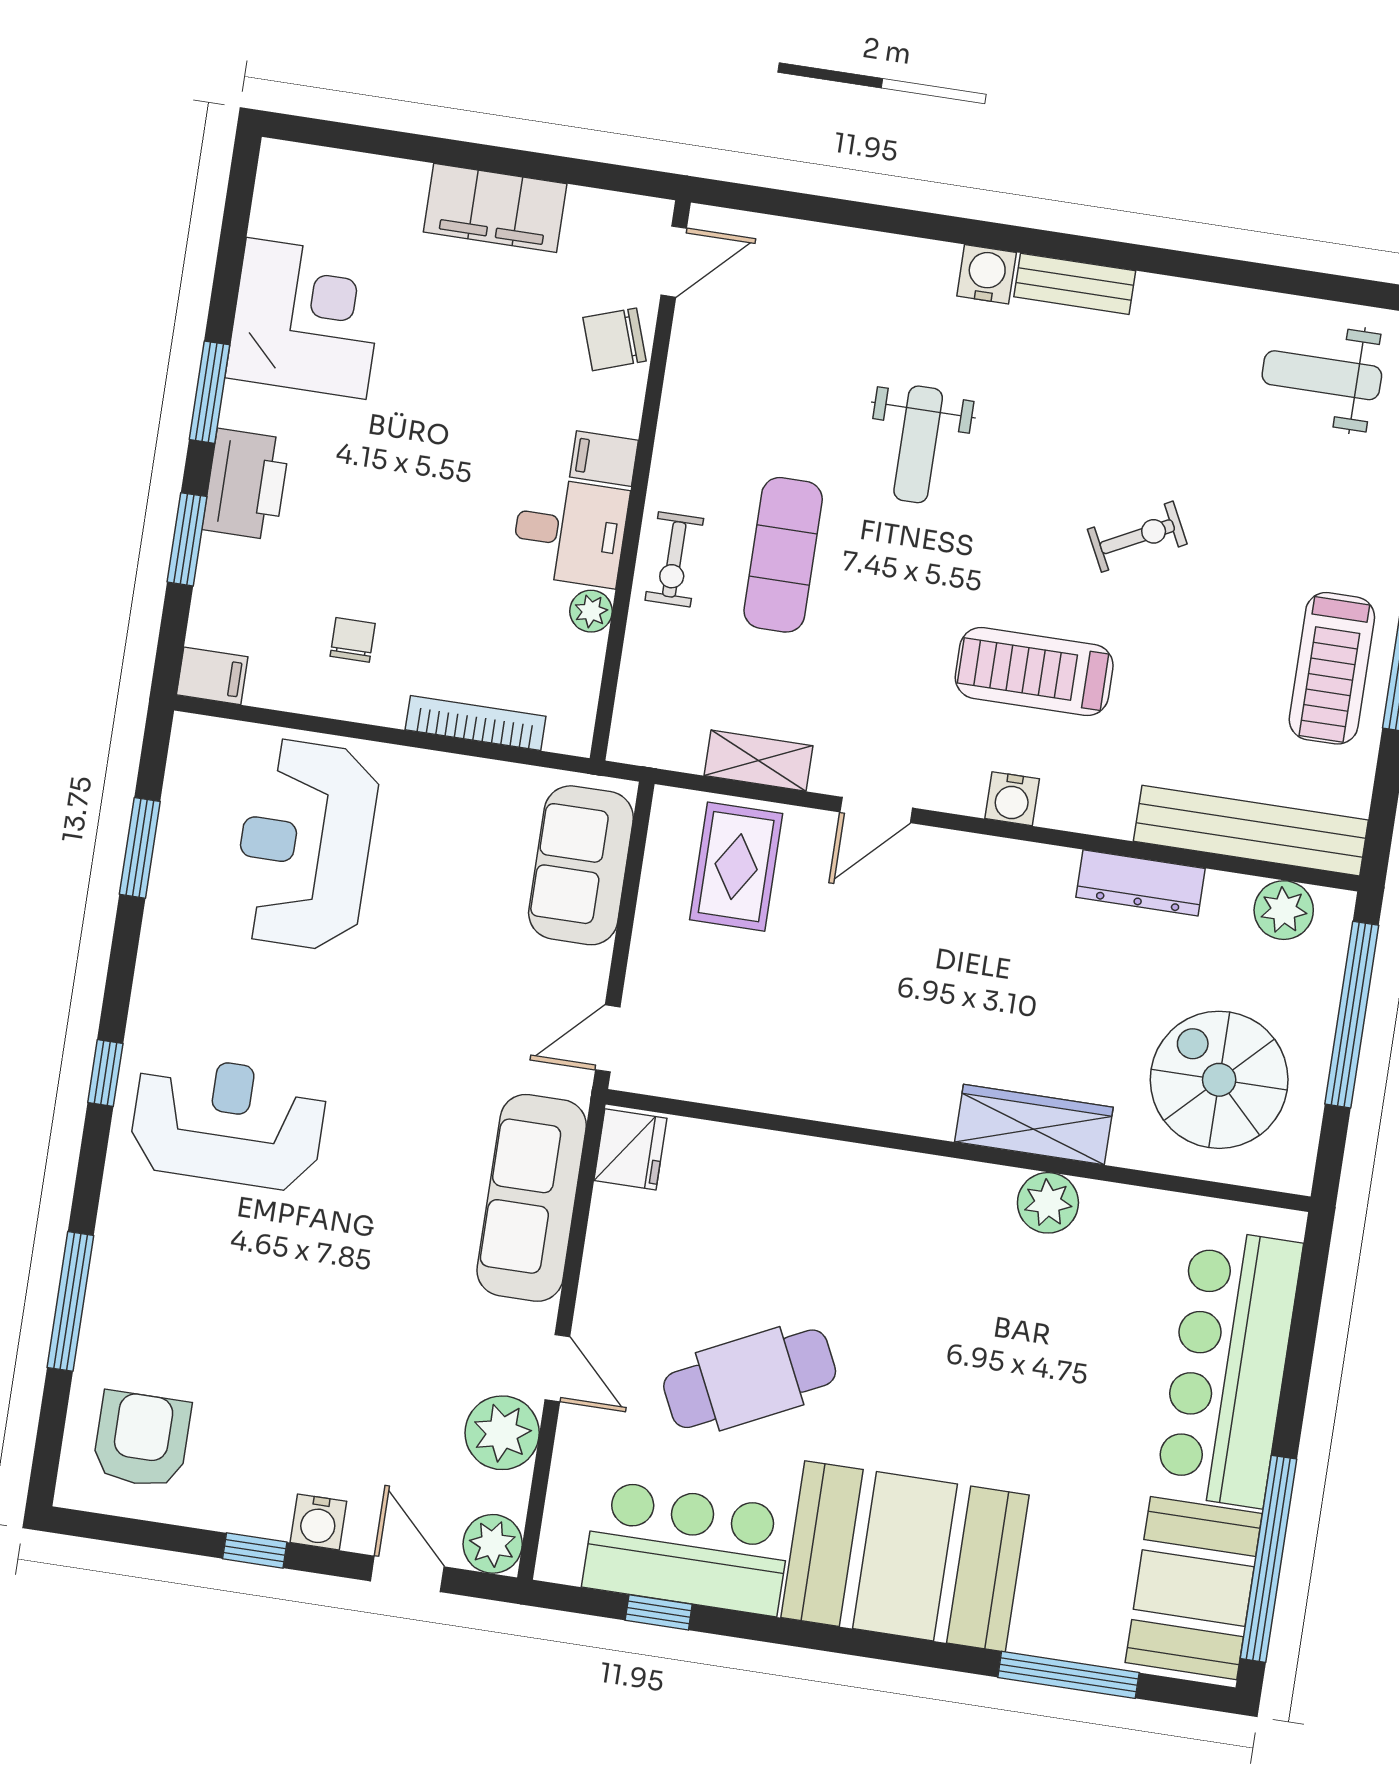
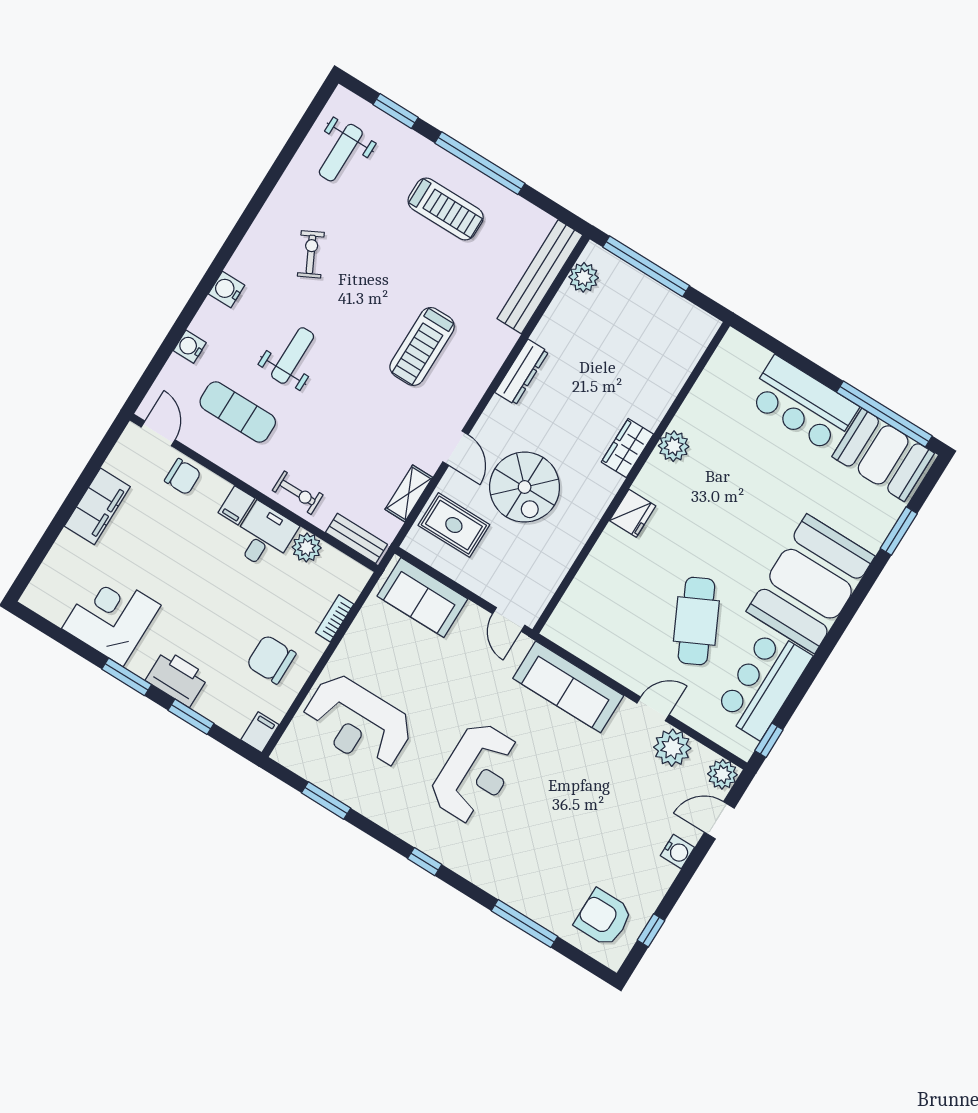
bench: (1075, 284) -> (356, 538), moved, turned 90
chair: (615, 339) -> (183, 477), turned -71
weight bench: (918, 444) -> (293, 355), turned -90
exercise bike: (1137, 537) -> (311, 254), moved
exercise mat: (783, 555) -> (238, 412), moved
plant: (591, 611) -> (307, 548), width x1.38, depth x1.38
chair: (353, 640) -> (271, 659), width x1.87, depth x1.87
treadmill: (1332, 668) -> (446, 209), moved
bookcase: (476, 723) -> (335, 618), width x0.64
water cooler: (1012, 799) -> (190, 347), moved, turned 180
dresser: (1140, 883) -> (522, 372), moved
spiral stairs: (1219, 1080) -> (525, 487), moved, turned -90
reception desk: (228, 1122) -> (475, 773), moved, turned 180
wardrobe: (1034, 1124) -> (627, 448), width x0.67
fridge: (630, 1149) -> (633, 513), moved, turned 90
bar counter: (1229, 1368) -> (803, 404), width x0.73
window: (255, 1550) -> (651, 930), moved
window: (659, 1612) -> (769, 740), moved
window: (1068, 1675) -> (899, 531), width x0.69

